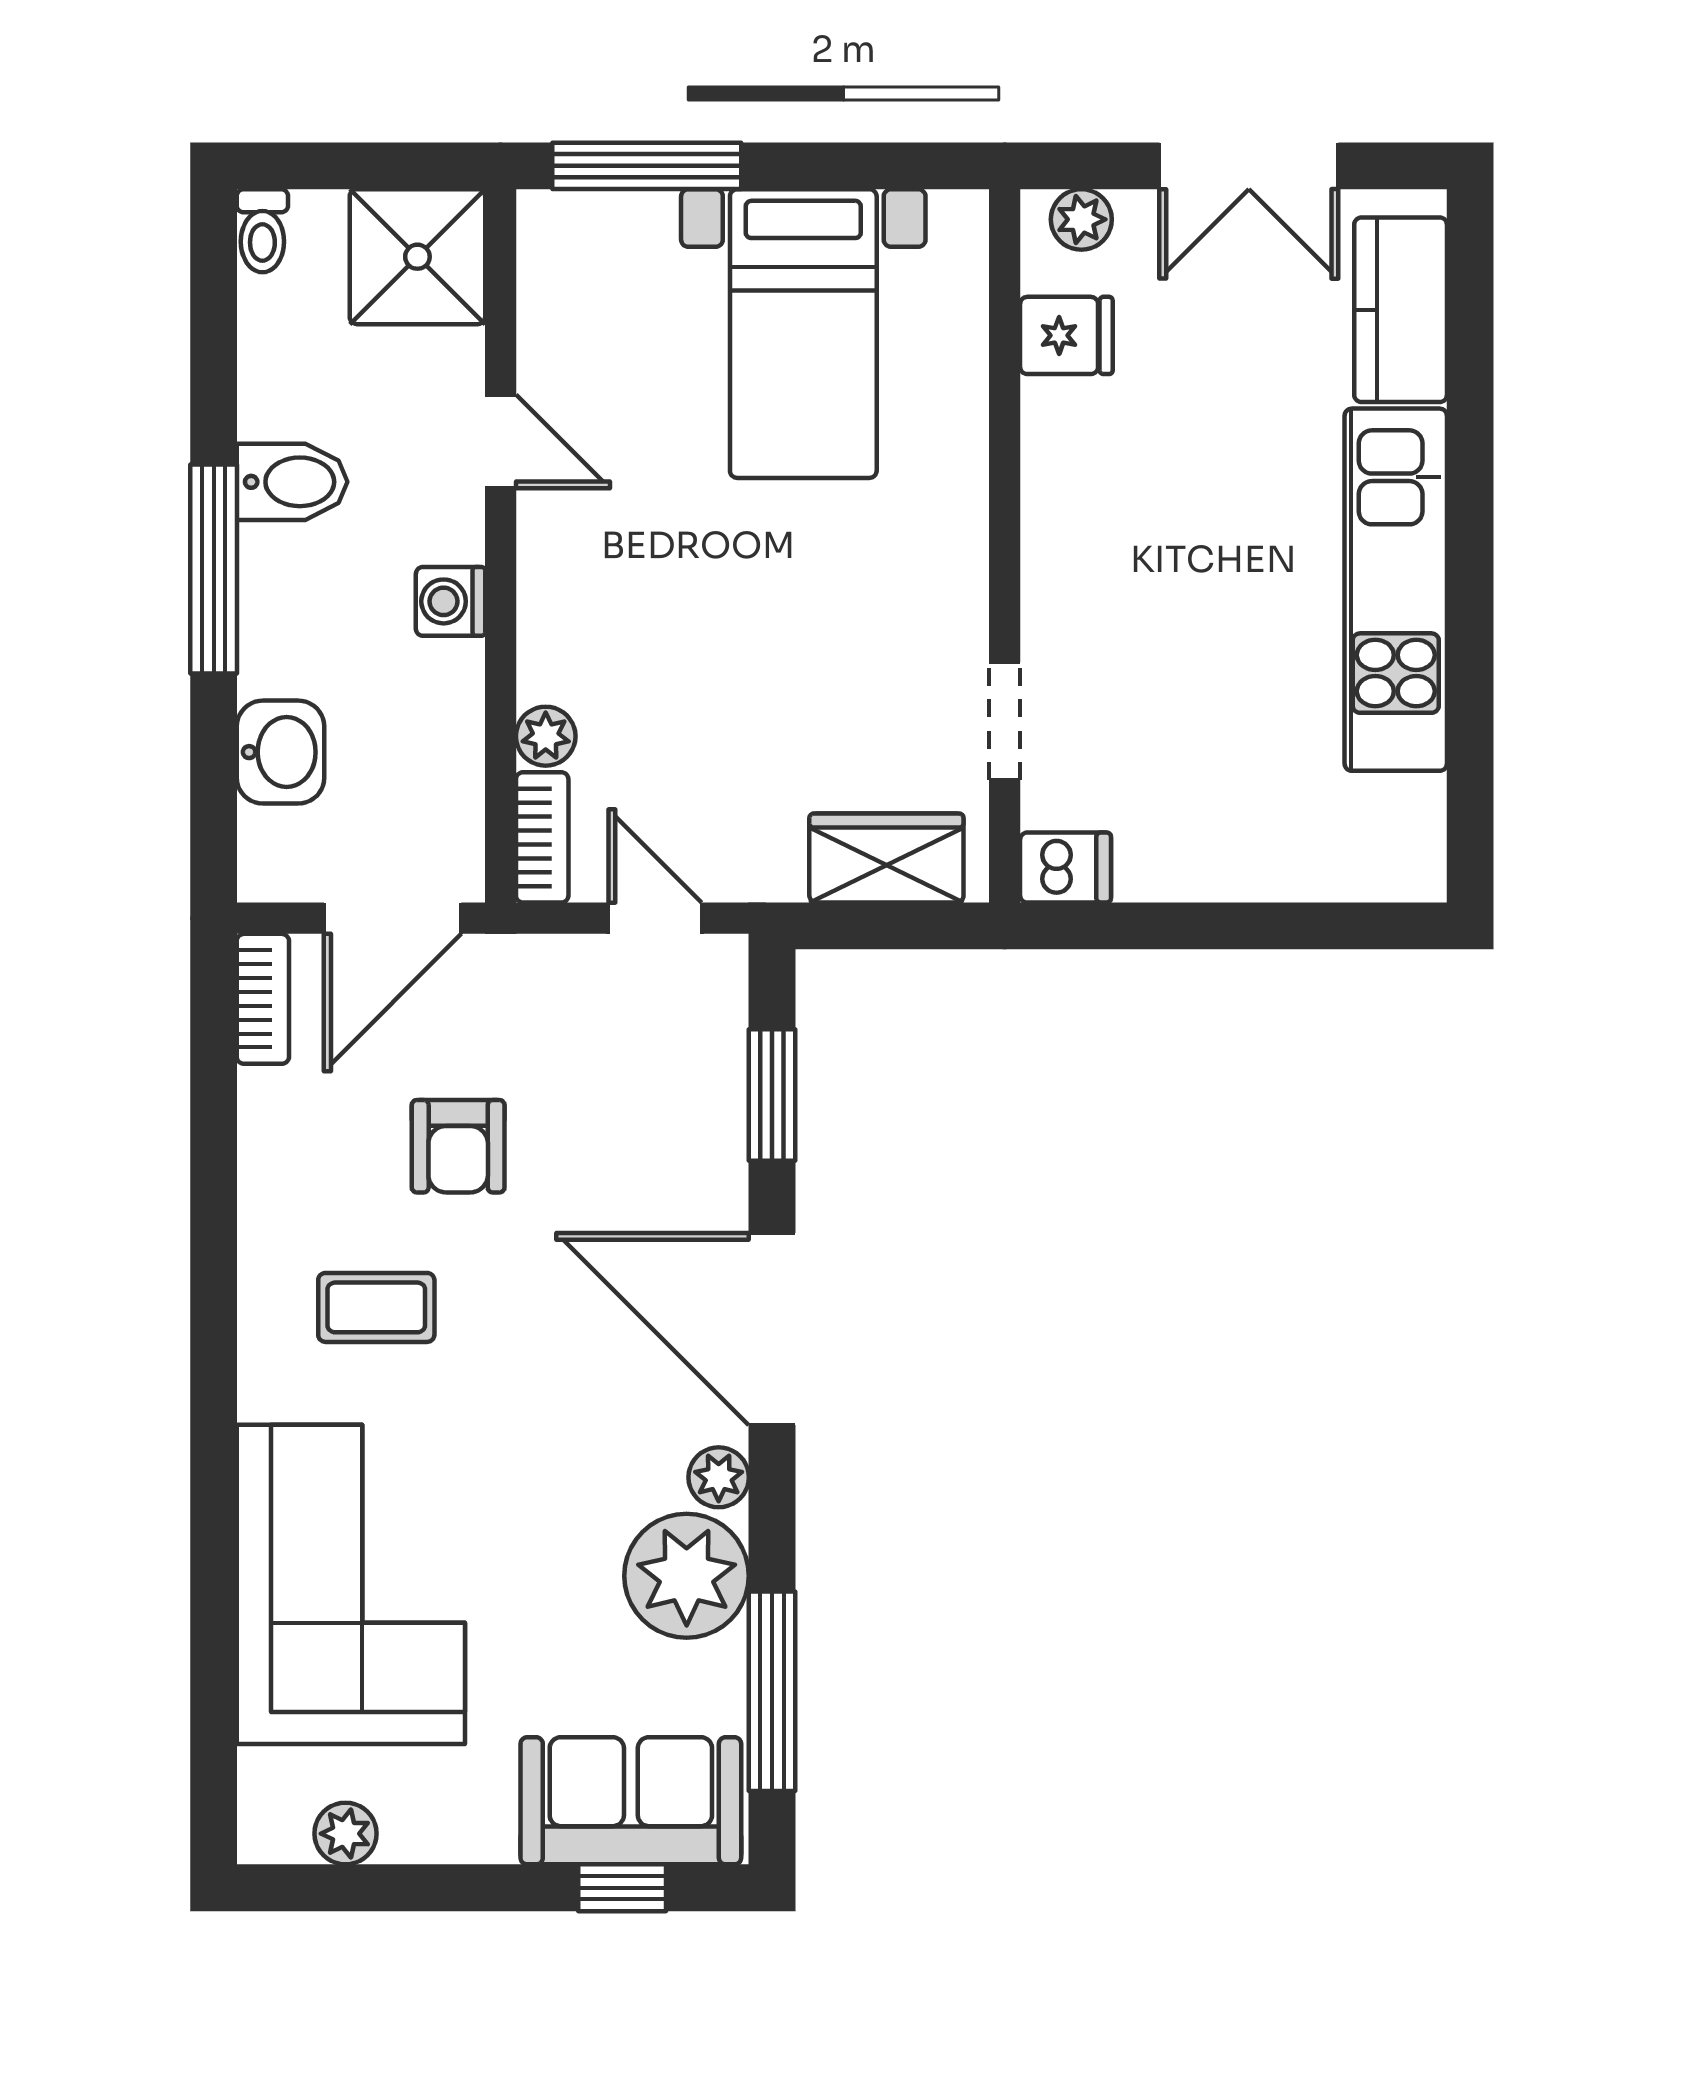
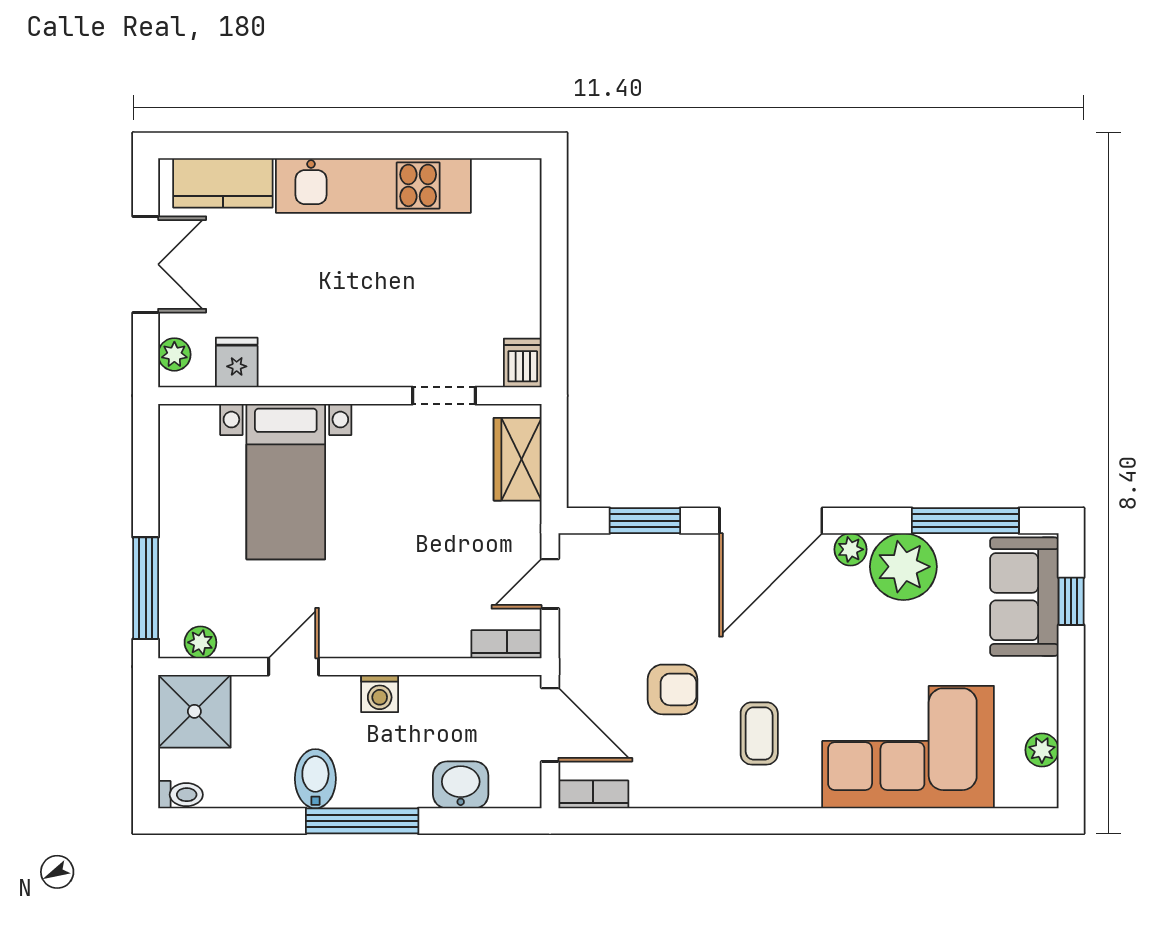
bed with nightstands: (803, 334) -> (286, 482), moved, turned 90
plant: (546, 736) -> (200, 642), moved

